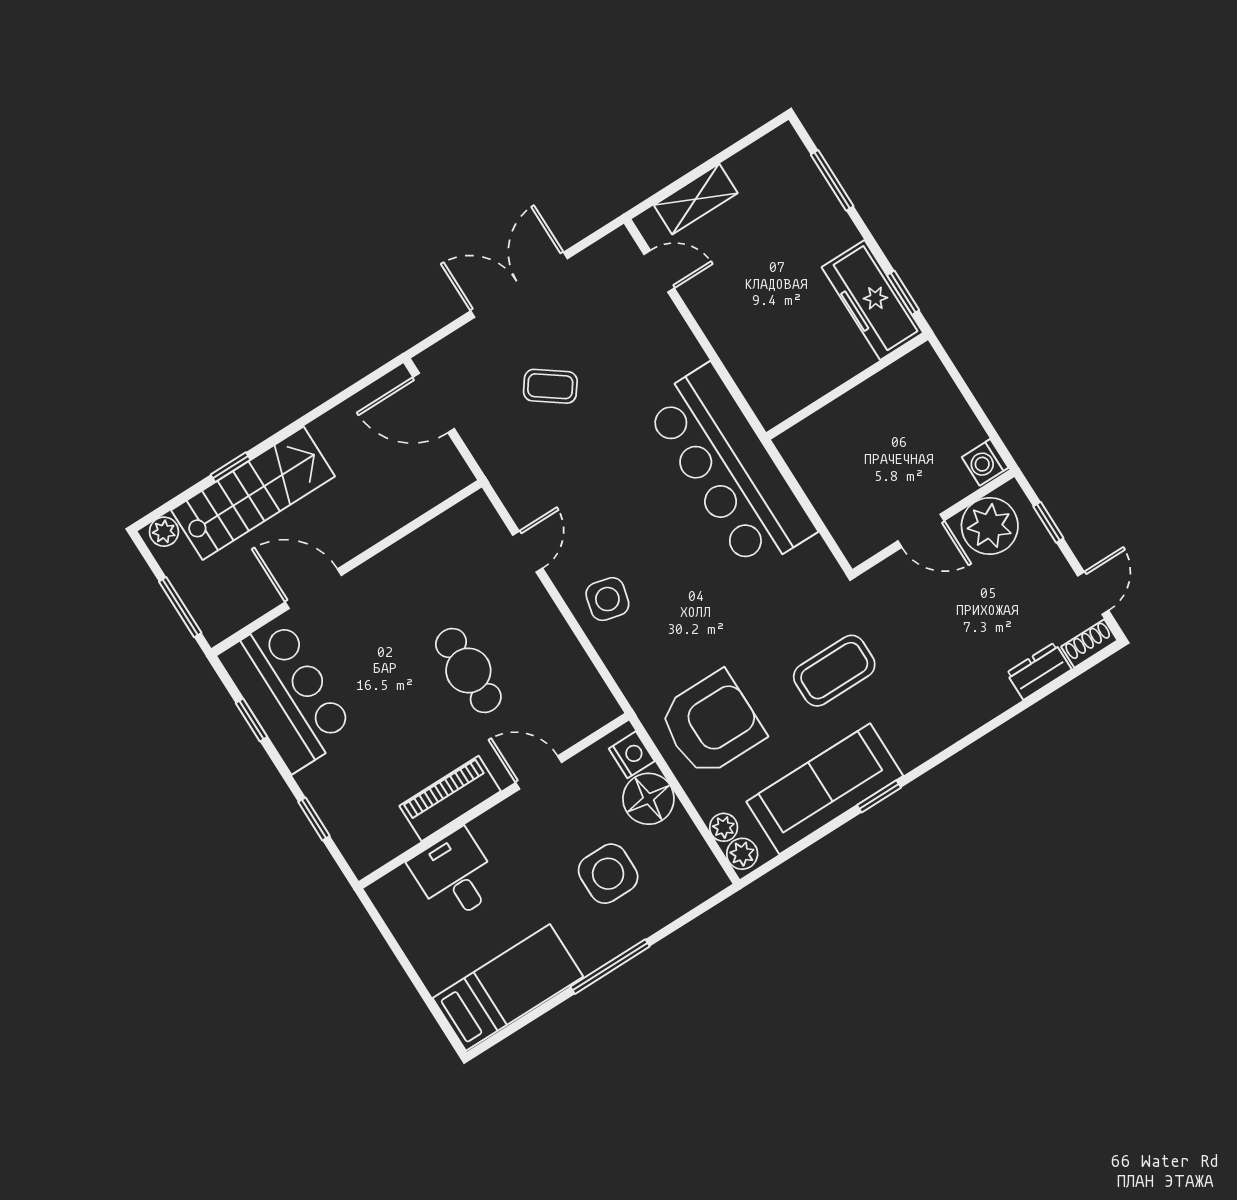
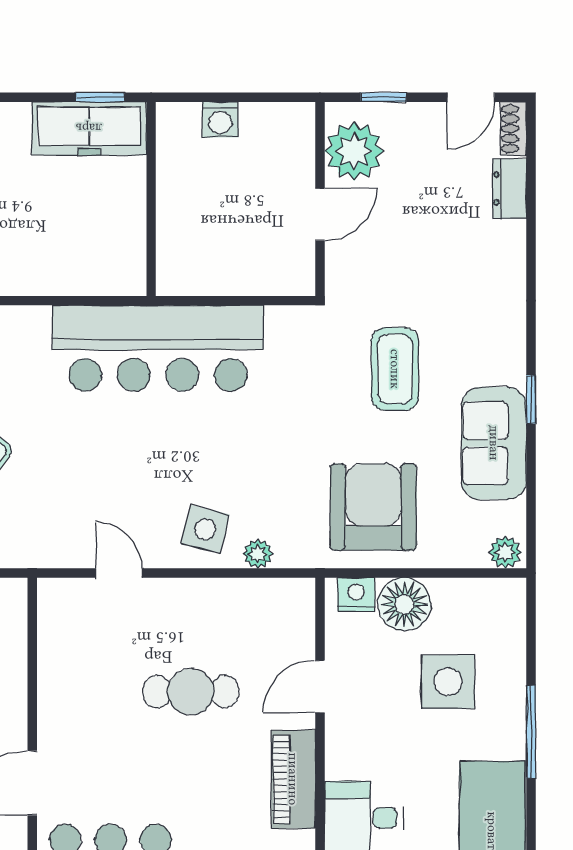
washing machine: (985, 462) -> (220, 120), moved
door: (1093, 593) -> (471, 97), swing flipped
sofa: (825, 789) -> (494, 443), width x0.73
plant: (724, 827) -> (258, 554), moved

